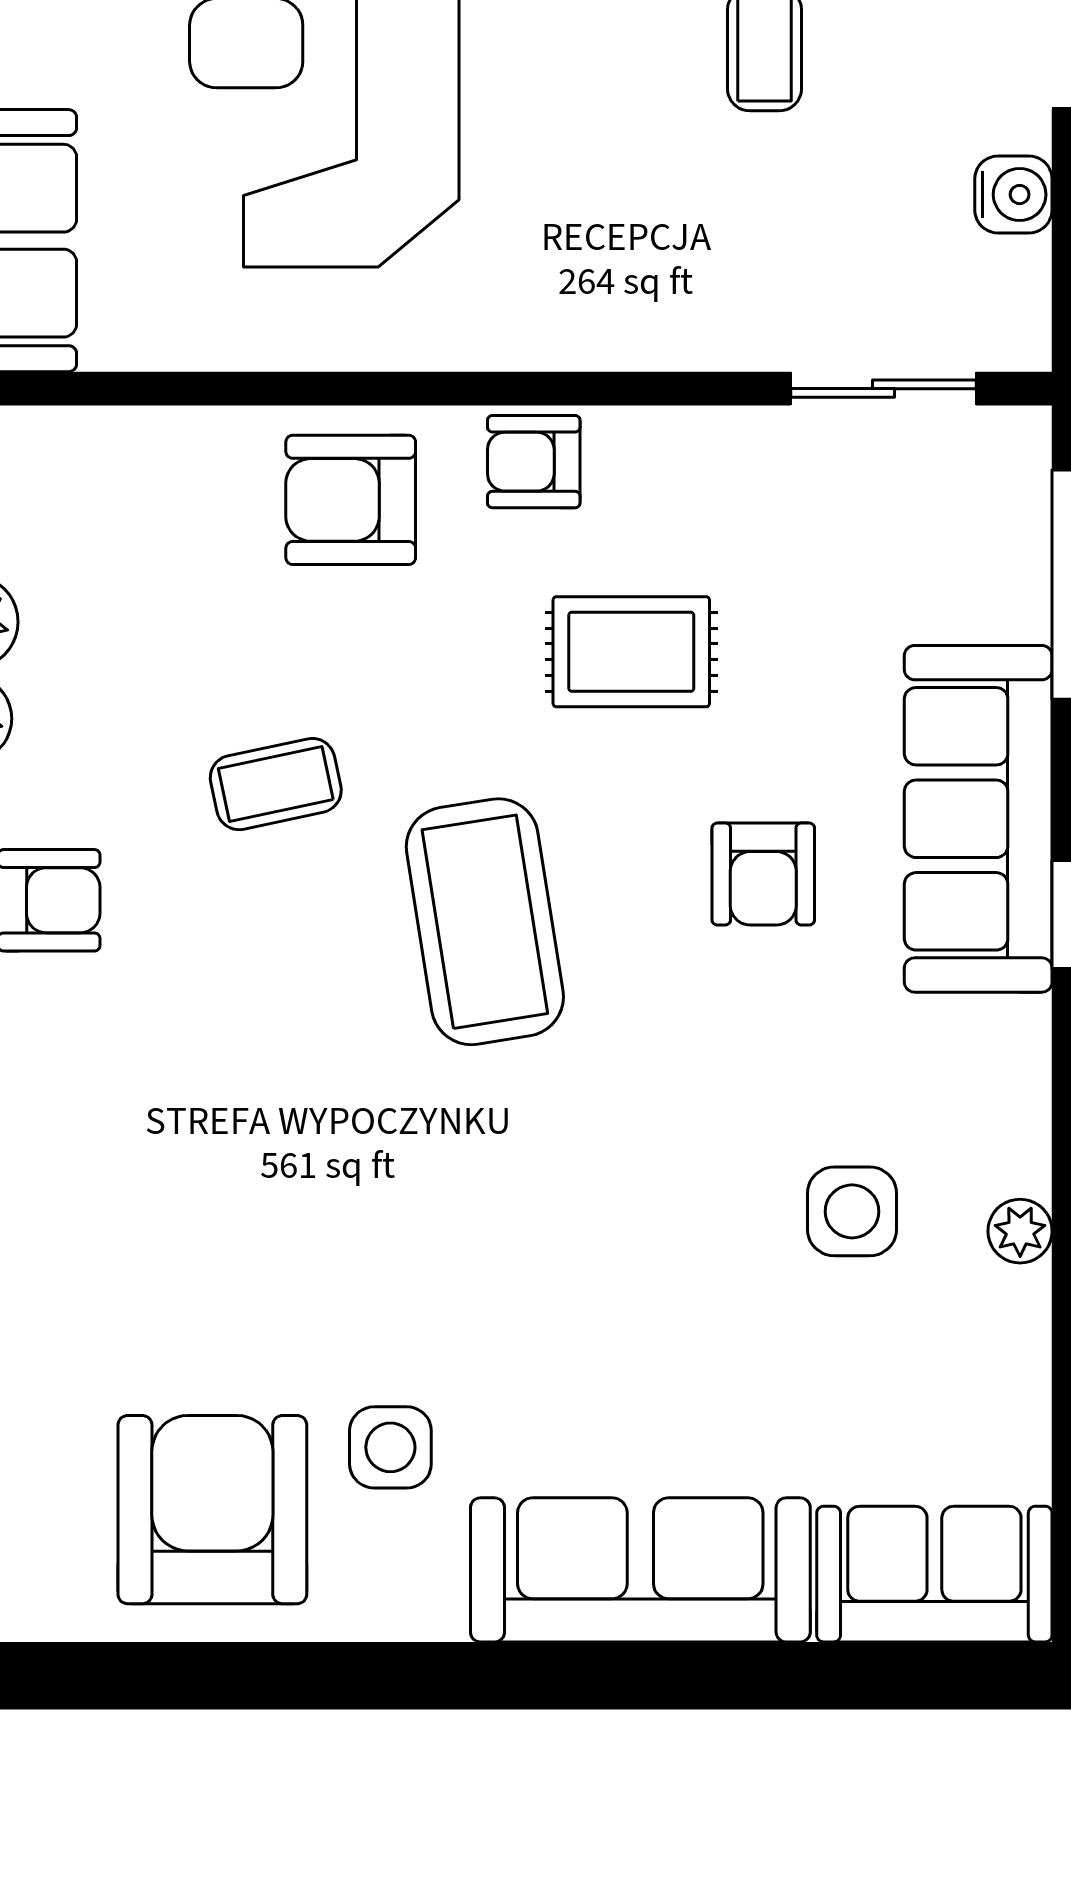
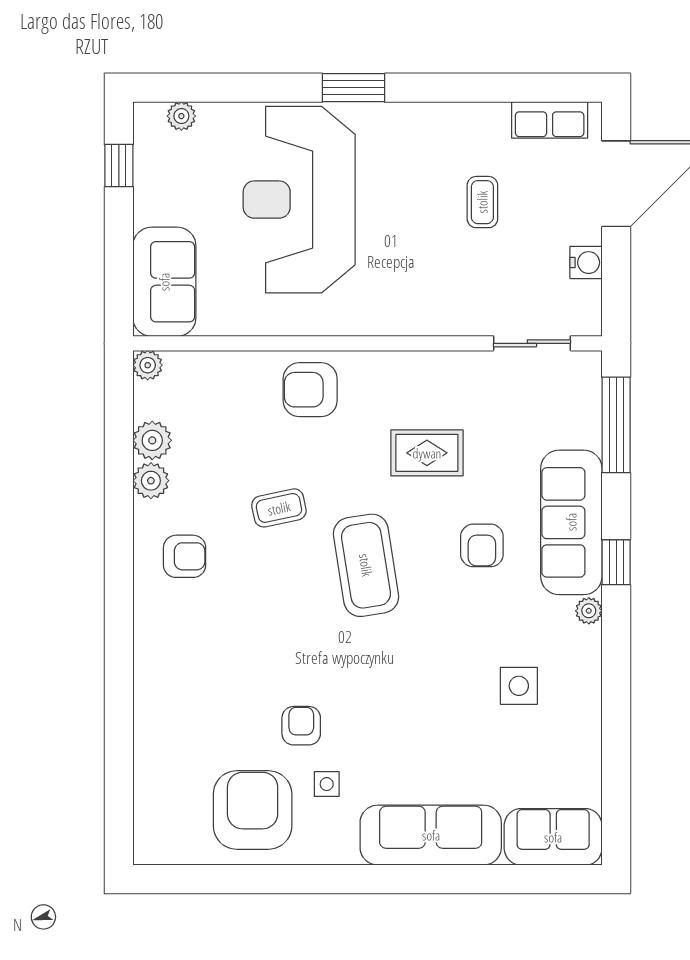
armchair: (534, 462) -> (301, 726), moved, turned 90
plant: (1020, 1231) -> (589, 611), moved
side table: (390, 1447) -> (327, 784), width x0.73, depth x0.73

